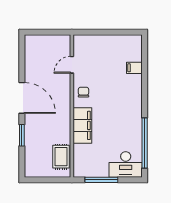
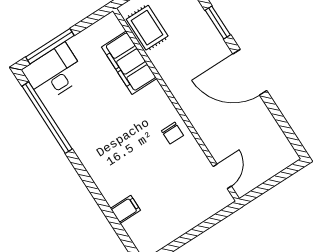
door: (72, 65) -> (222, 176), moved
filing cabinet: (82, 125) -> (129, 63), moved
window: (101, 180) -> (50, 46), moved

